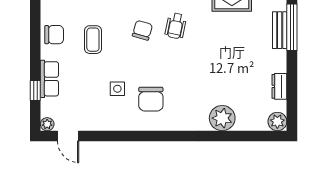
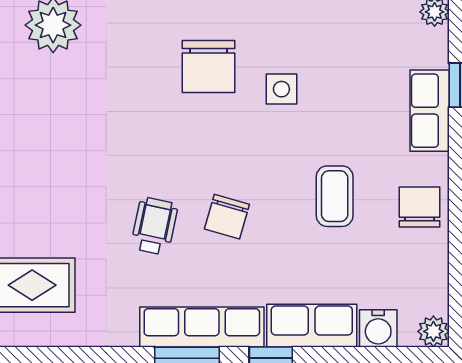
chair: (54, 35) -> (419, 207), turned 90
chair: (151, 99) -> (208, 67), turned 180

